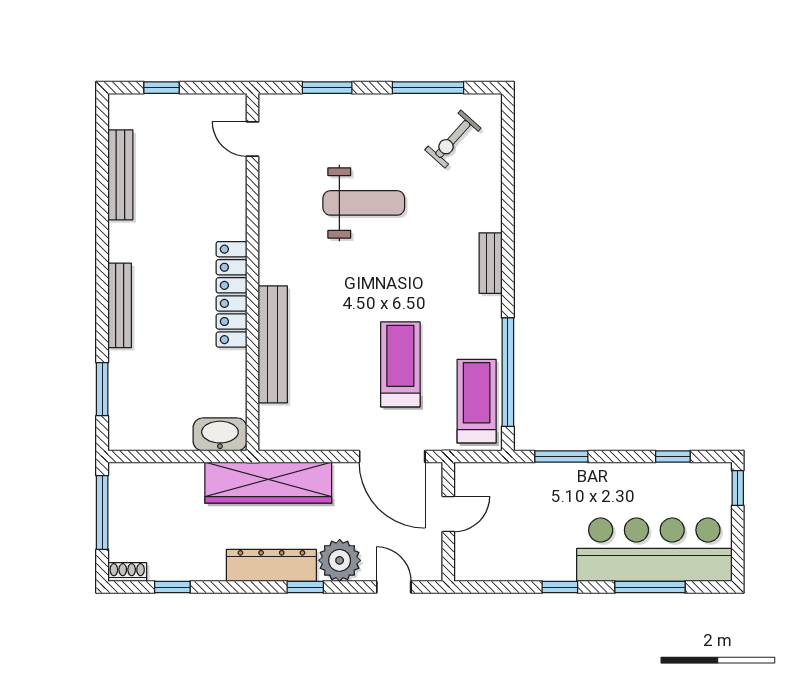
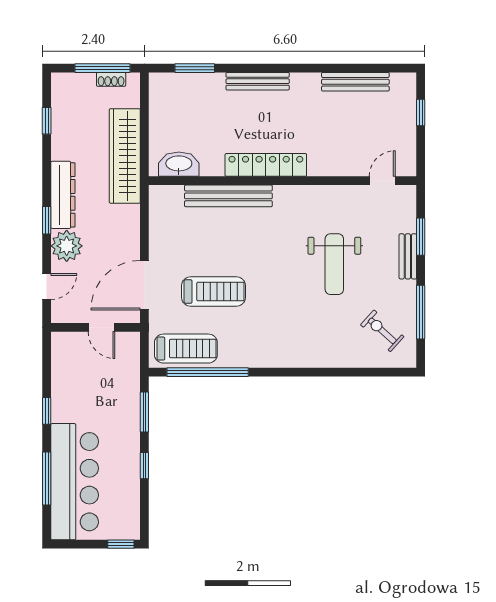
bench: (491, 263) -> (408, 256), moved, turned 90
washbasin: (220, 434) -> (179, 164), moved, turned -90
window: (673, 456) -> (144, 466), moved
wardrobe: (268, 483) -> (125, 156), moved
shoe rack: (127, 572) -> (111, 79), moved, turned 90

